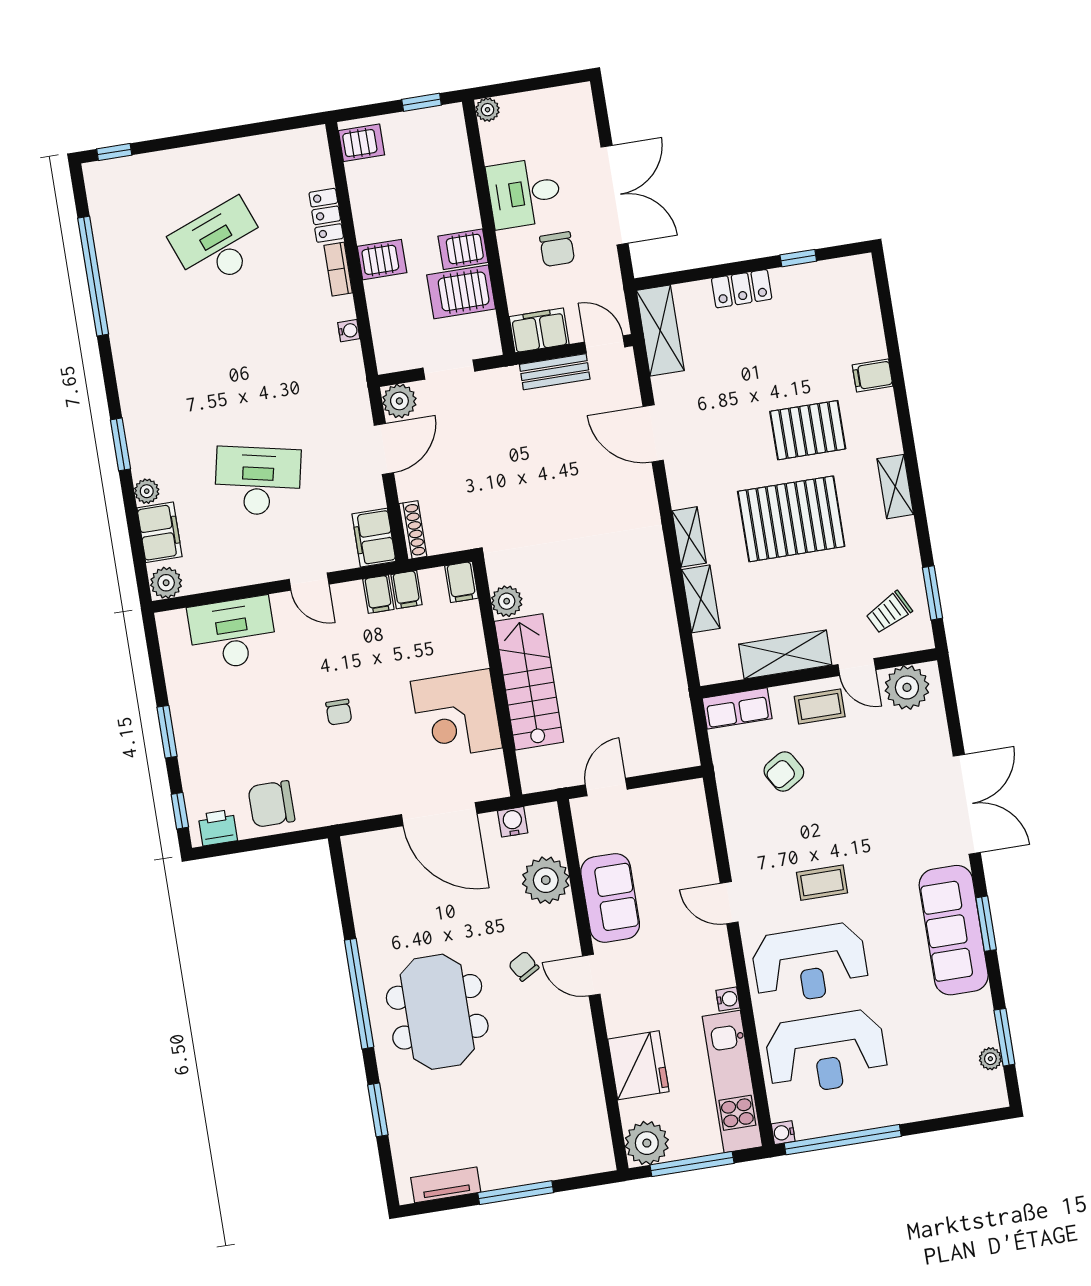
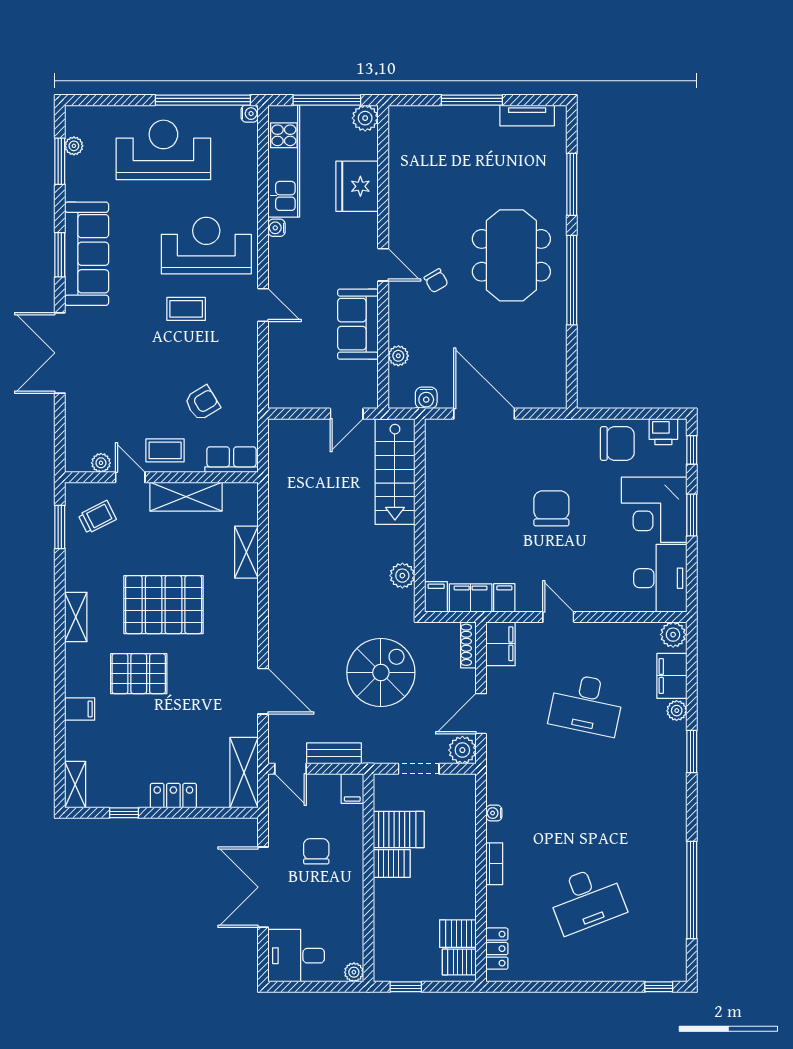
desk: (524, 193) -> (296, 956), moved, turned 180
locker: (326, 215) -> (497, 949), moved
server rack: (382, 260) -> (458, 934), moved
filing cabinet: (539, 330) -> (352, 789), width x0.50
spiral stairs: (514, 479) -> (381, 672), added
shelving: (689, 537) -> (75, 785), moved
filing cabinet: (406, 590) -> (471, 598), width x2.00
desk: (232, 633) -> (660, 578), moved, turned -90
stairs: (529, 682) -> (395, 471), moved
plant: (907, 687) -> (101, 463), width x0.53, depth x0.53
chair: (339, 712) -> (551, 508), width x1.87, depth x1.87
corner desk: (456, 715) -> (654, 510), moved, turned 180
plant: (546, 880) -> (398, 356), width x0.53, depth x0.53
reception desk: (826, 1053) -> (163, 150), moved
window: (378, 1110) -> (572, 184), width x1.44
plant: (647, 1143) -> (365, 118), width x0.73, depth x0.73

